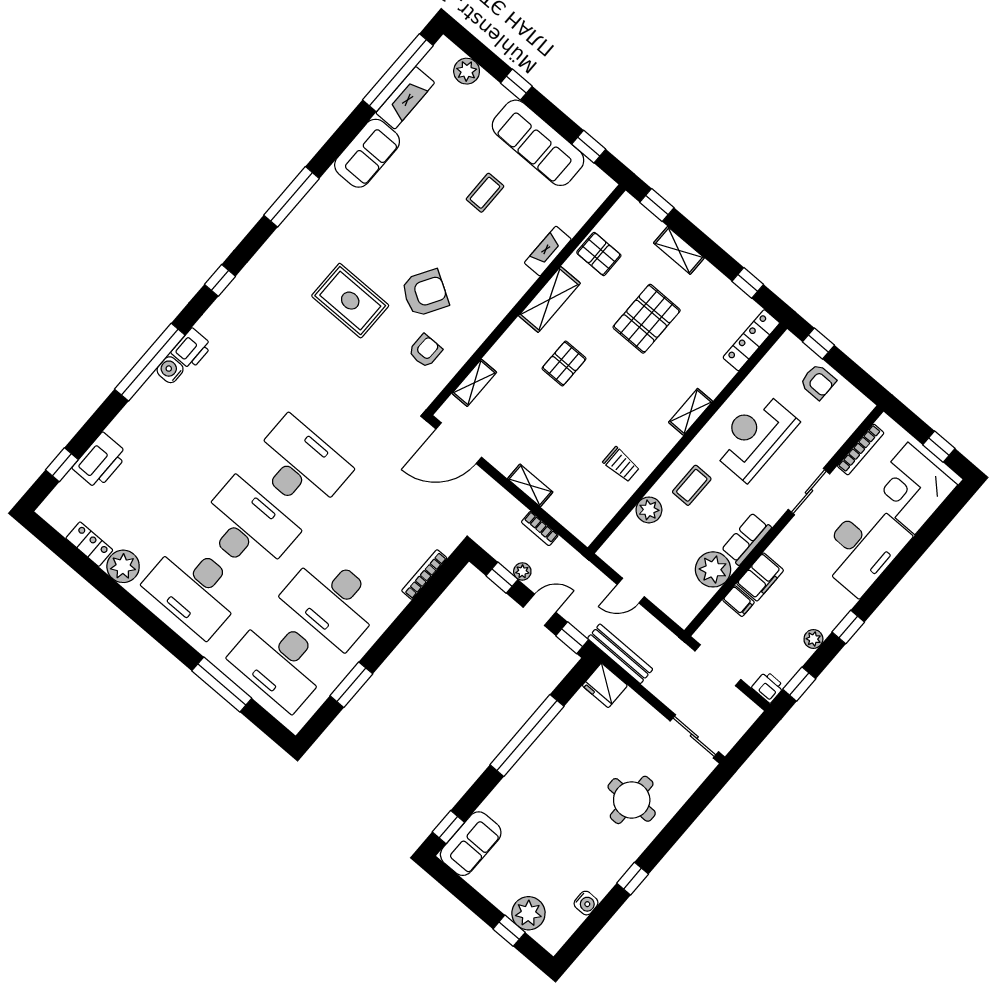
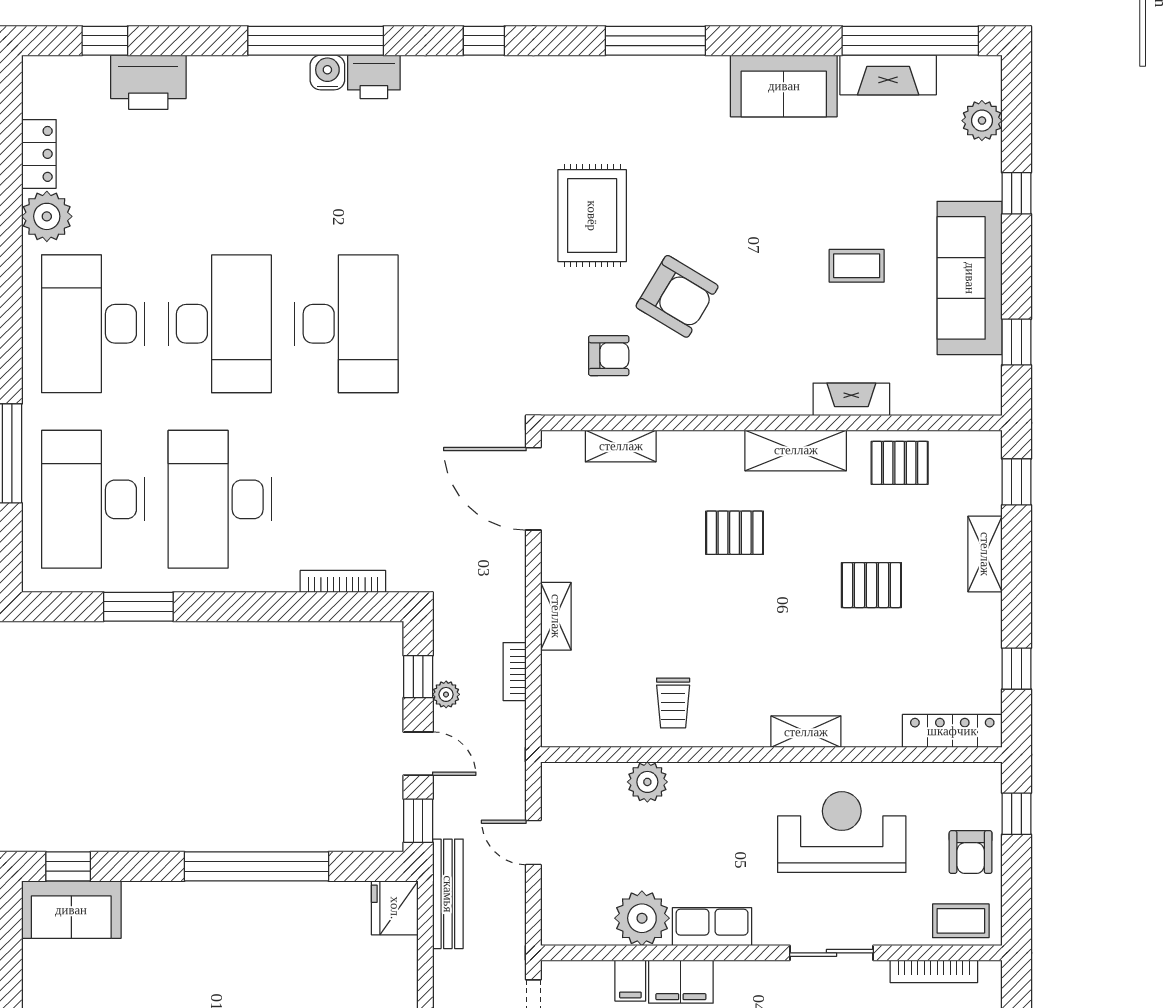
pallet: (599, 254) -> (900, 463), turned 90
pallet: (647, 319) -> (871, 585), width x0.67, depth x0.71
coffee table: (692, 485) -> (961, 921), moved

